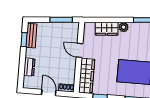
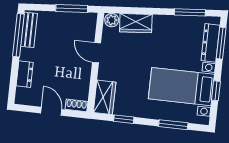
plant: (124, 27) -> (112, 20), moved
window: (24, 40) -> (18, 35), width x2.17
wardrobe: (87, 76) -> (105, 97), width x0.67

